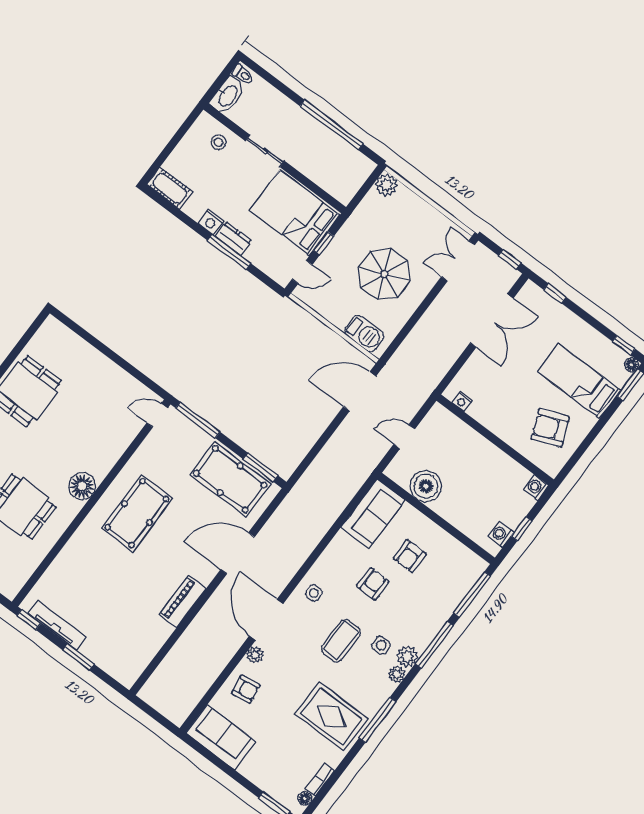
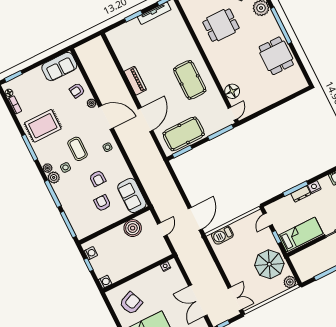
bed: (295, 213) -> (301, 234), width x0.67
parasol: (384, 274) -> (269, 264), moved
floor lamp: (82, 486) -> (232, 91), moved

